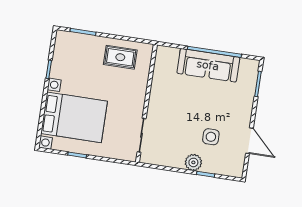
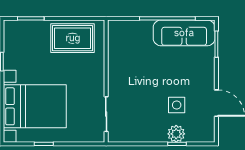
rug: (120, 57) -> (73, 38), width x1.36, depth x1.43
sofa: (208, 65) -> (184, 33), moved
plant: (193, 162) -> (176, 134), moved

